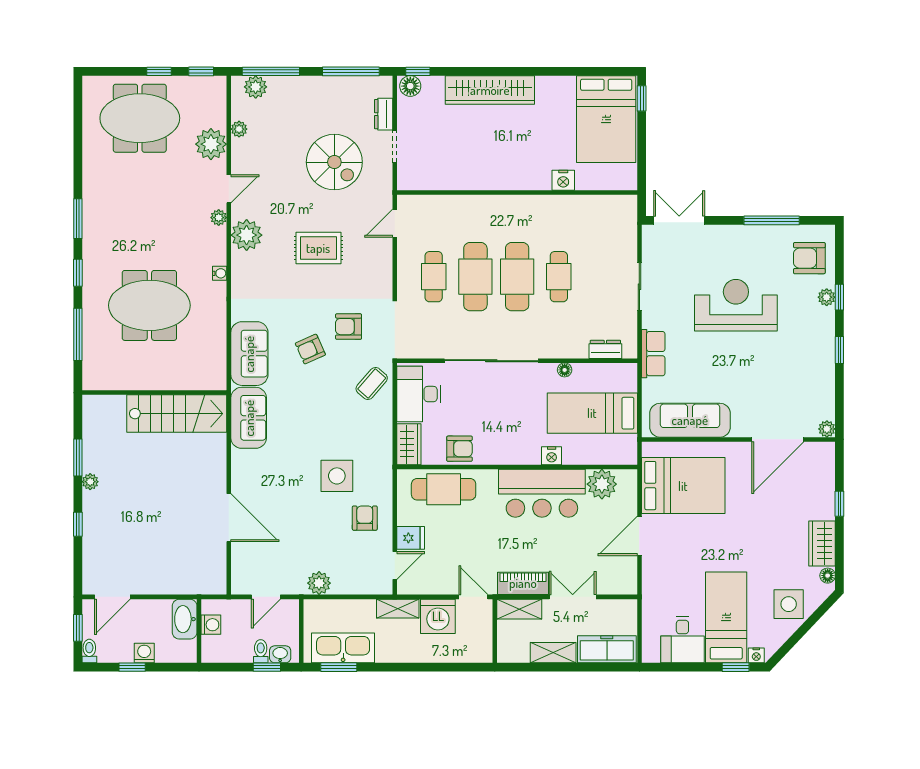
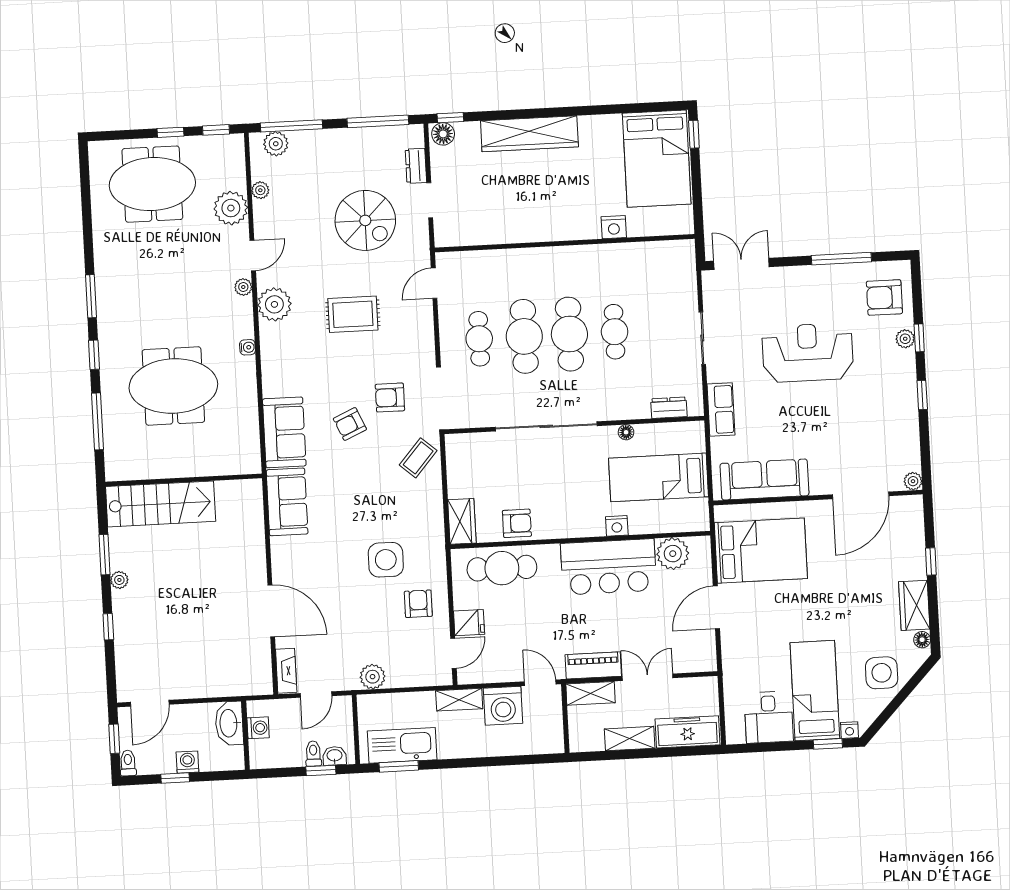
desk: (419, 394) -> (470, 467), removed
stairs: (177, 414) -> (161, 504), moved
fireplace: (240, 574) -> (286, 671), added

